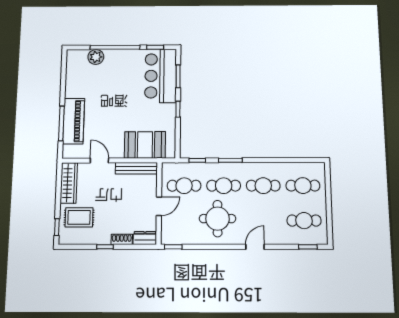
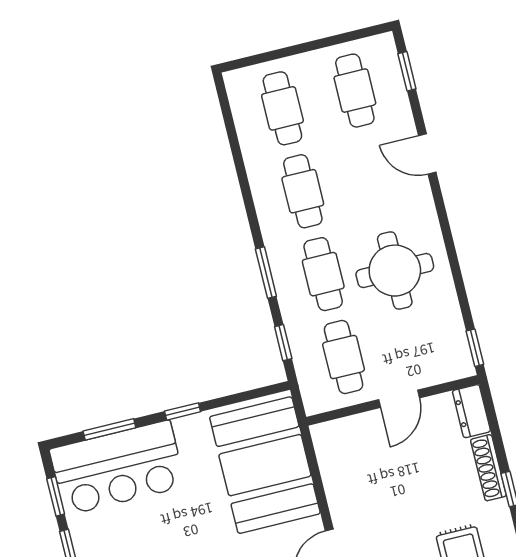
booth: (145, 145) -> (265, 465), width x1.36, depth x1.42
bench: (136, 168) -> (332, 467), removed
door: (159, 206) -> (399, 399), swing flipped
shoe rack: (122, 239) -> (488, 468), width x1.43
door: (255, 247) -> (427, 154), moved

